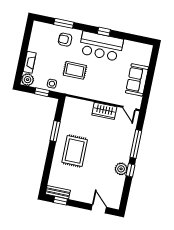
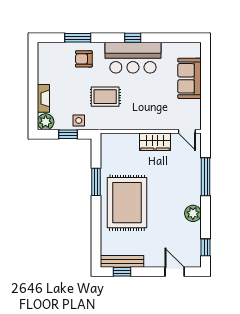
sofa: (137, 80) -> (190, 78), moved
rug: (75, 151) -> (127, 203), width x1.37, depth x1.44
window: (130, 170) -> (206, 247), moved
bench: (58, 192) -> (122, 261), width x1.36

